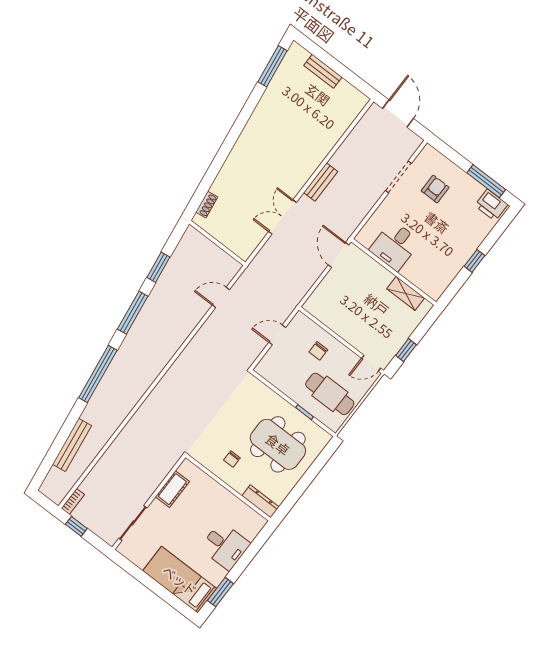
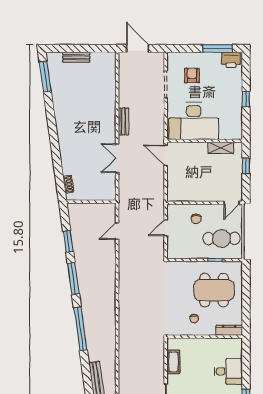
desk: (395, 246) -> (194, 121), width x1.87, depth x1.30
window: (406, 350) -> (246, 166), moved

